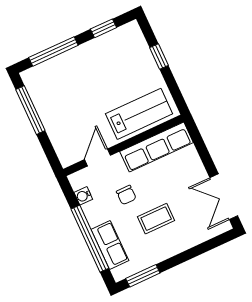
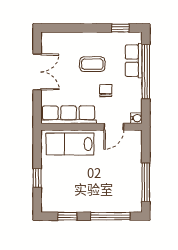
water cooler: (83, 196) -> (136, 118), moved
double door: (224, 197) -> (37, 72), moved
window: (143, 276) -> (120, 28), width x0.67

